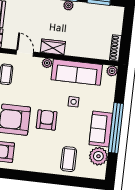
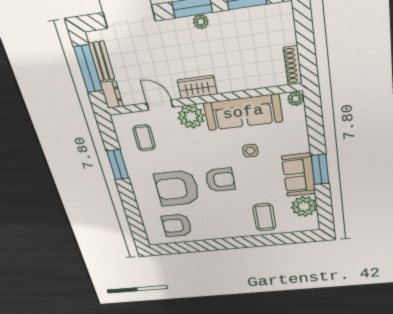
plant: (47, 63) -> (191, 117), width x1.88, depth x1.88
armchair: (47, 120) -> (220, 180), turned 90
window: (116, 128) -> (320, 169), width x0.47

